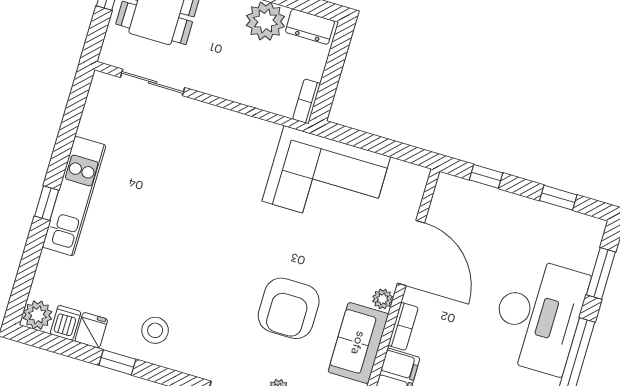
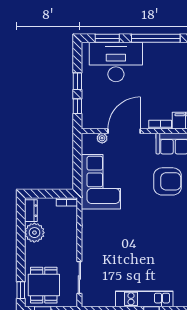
window: (558, 198) -> (77, 81), moved
plant: (383, 299) -> (102, 138), moved
desk: (538, 316) -> (116, 62), moved

